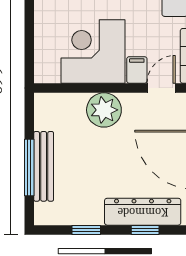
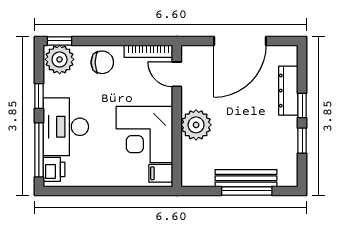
filing cabinet: (137, 70) -> (161, 173), moved
dresser: (143, 212) -> (288, 91), width x0.73, depth x0.80
window: (145, 230) -> (302, 105), moved

